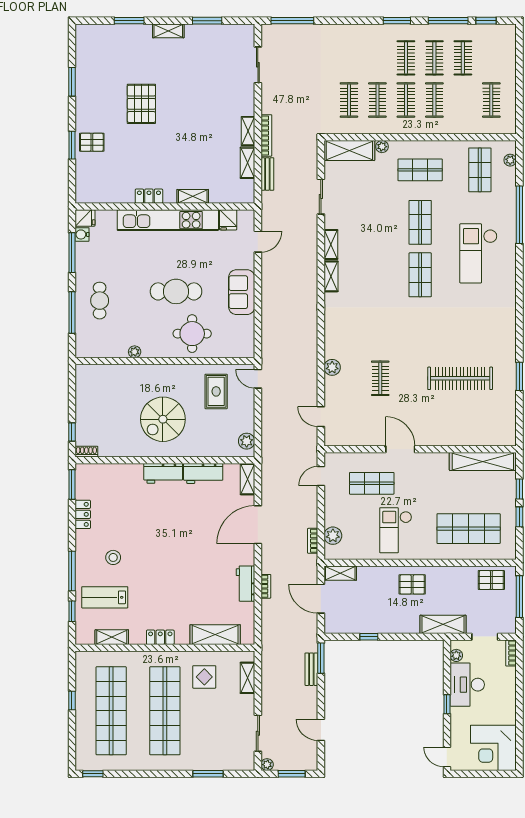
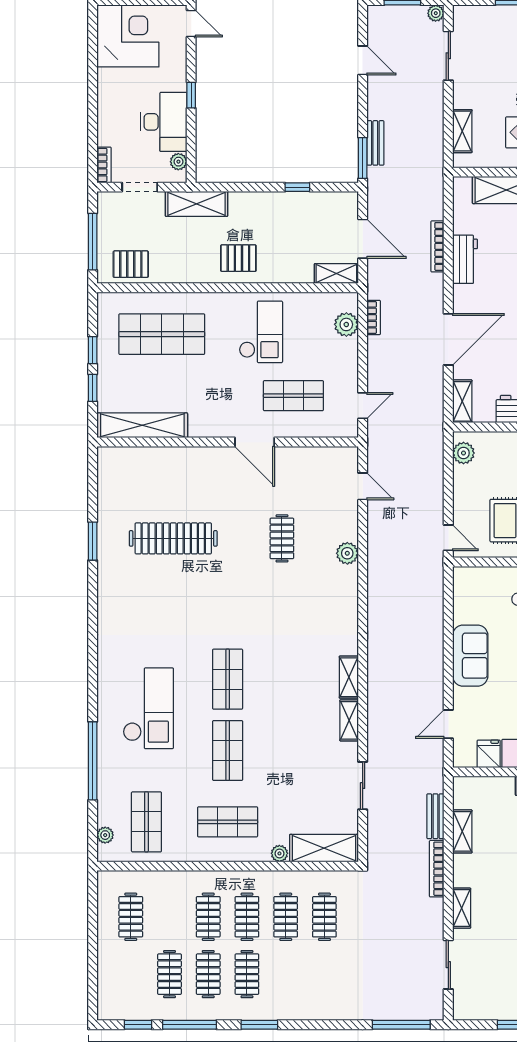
shelving: (248, 131) -> (462, 908), moved
bookcase: (266, 586) -> (437, 246), width x1.56

